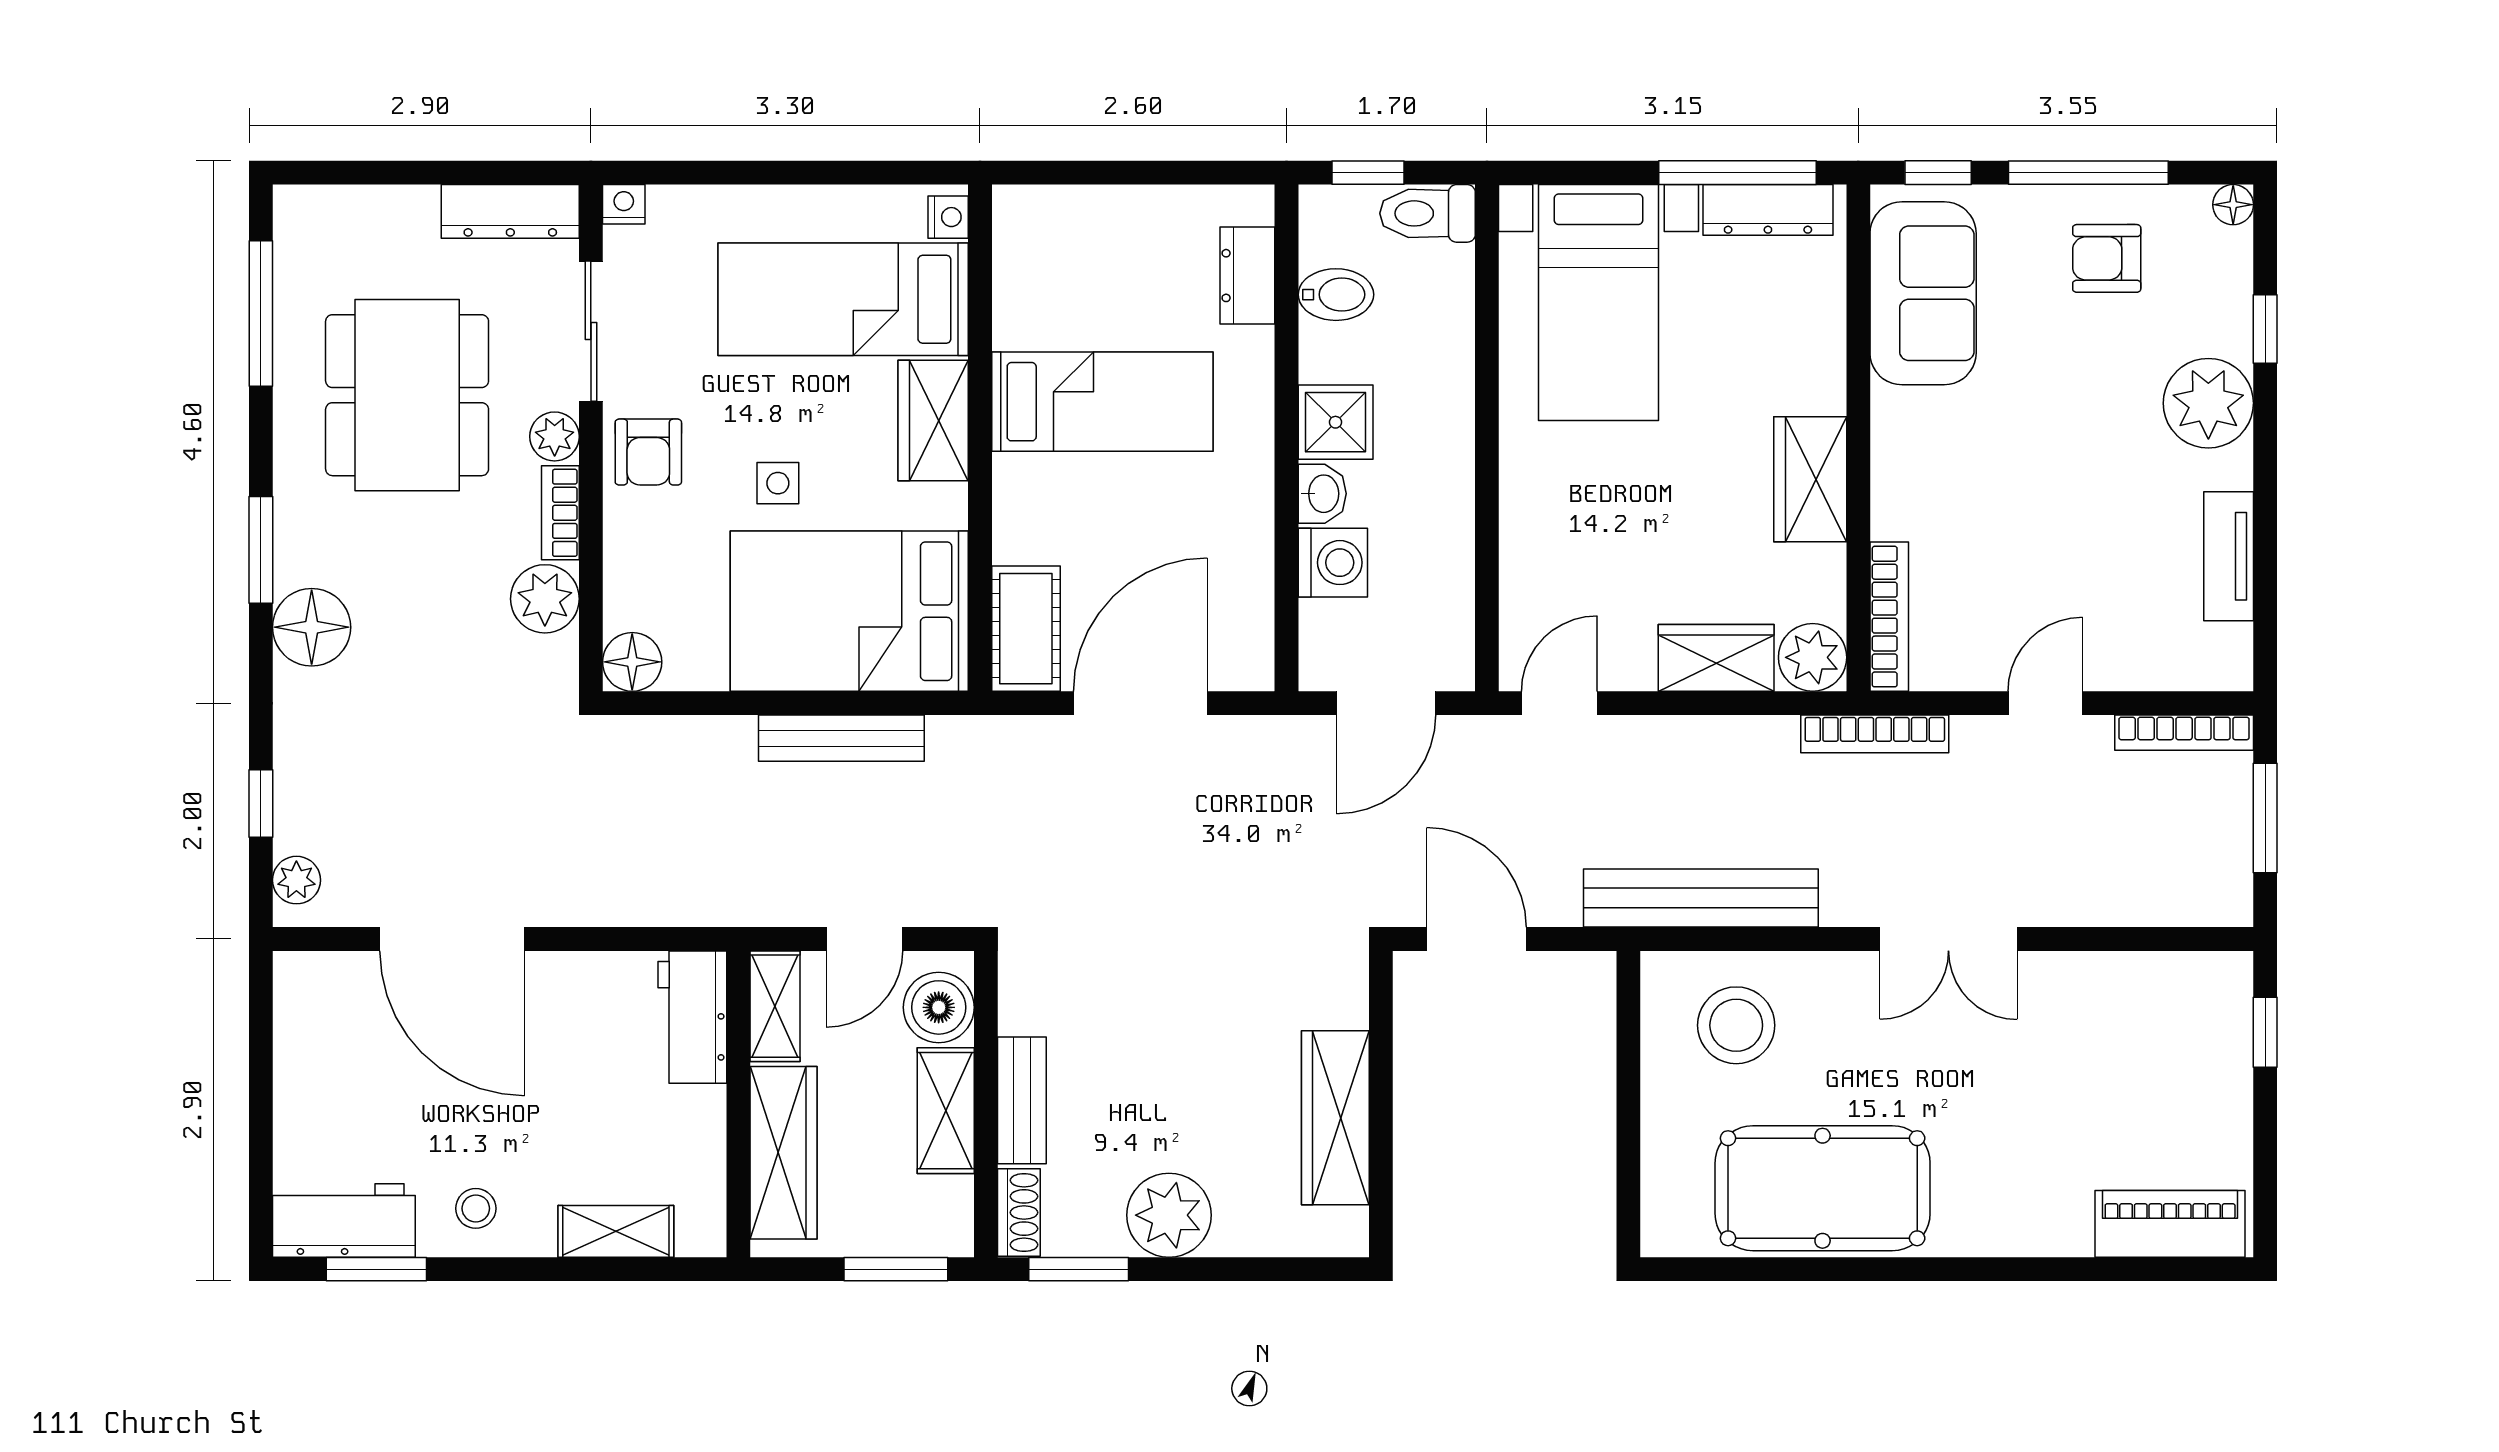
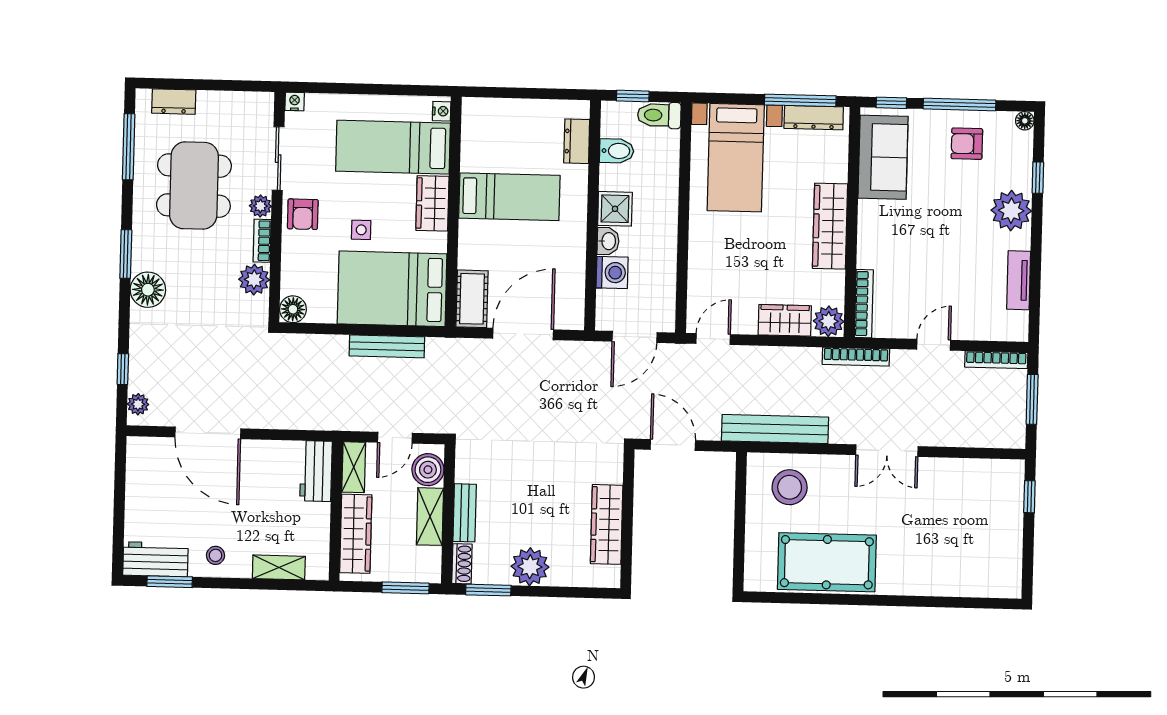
dresser: (510, 211) -> (174, 102), moved, width x0.70
wardrobe: (1810, 479) -> (830, 226), width x1.50
piano: (2170, 1224) -> (984, 582), removed

